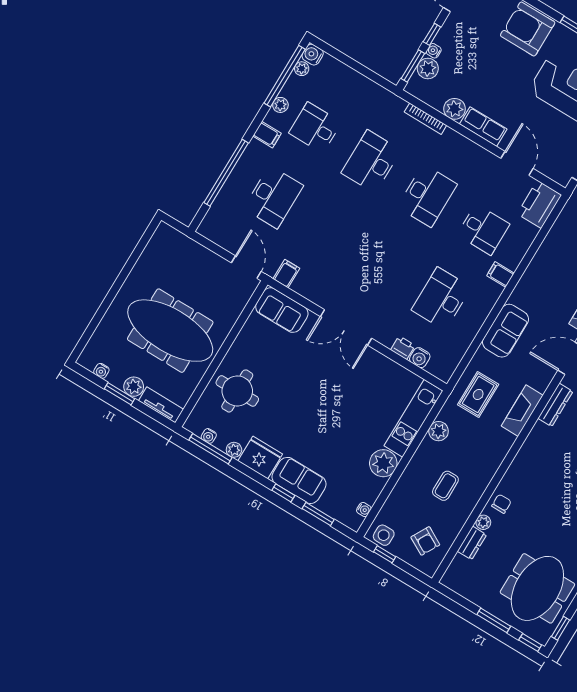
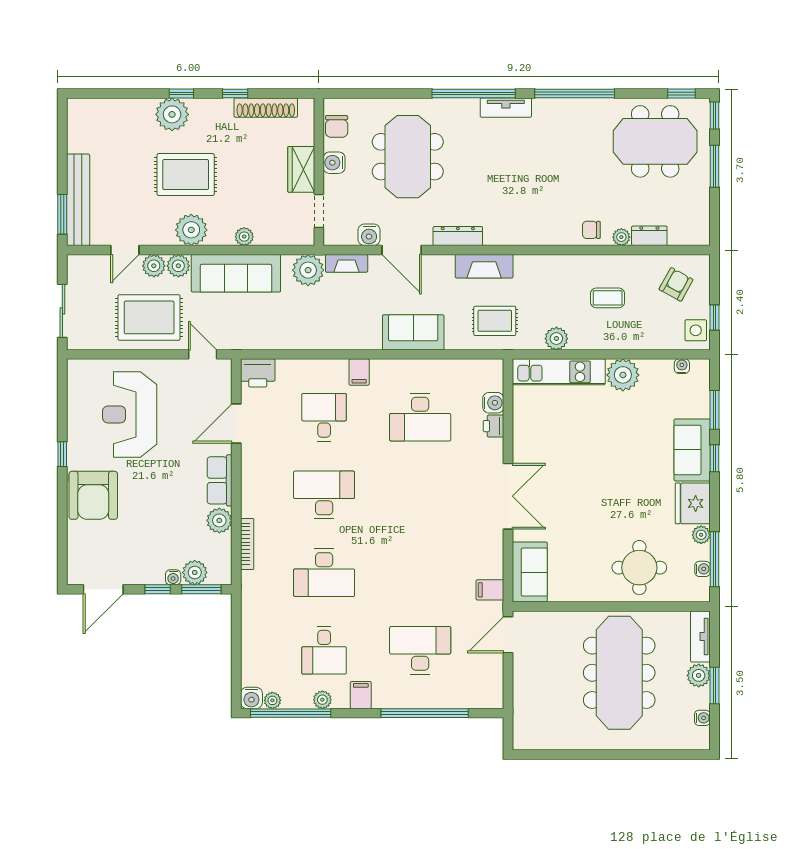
printer: (539, 204) -> (258, 373), width x0.73, depth x0.84

